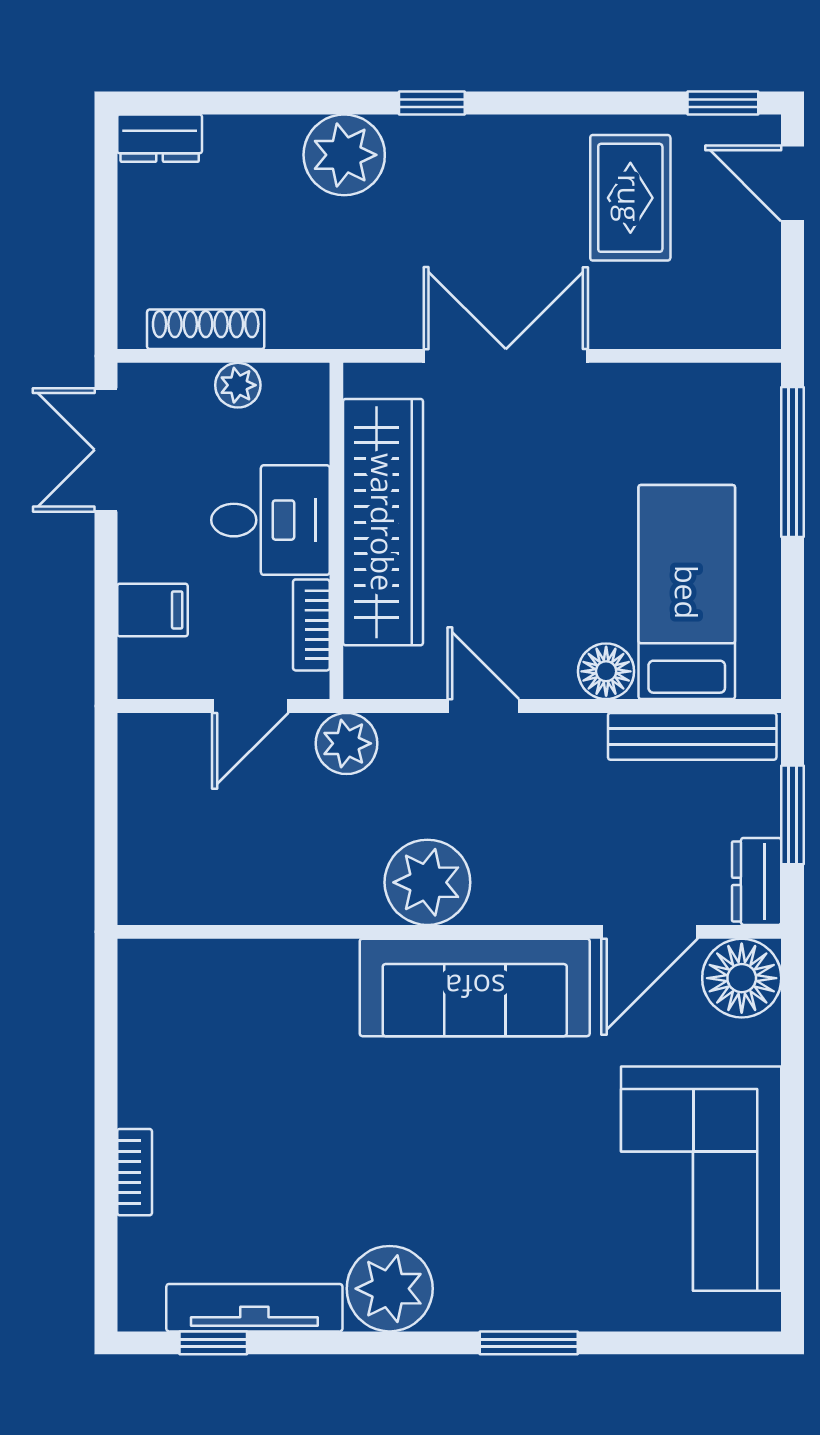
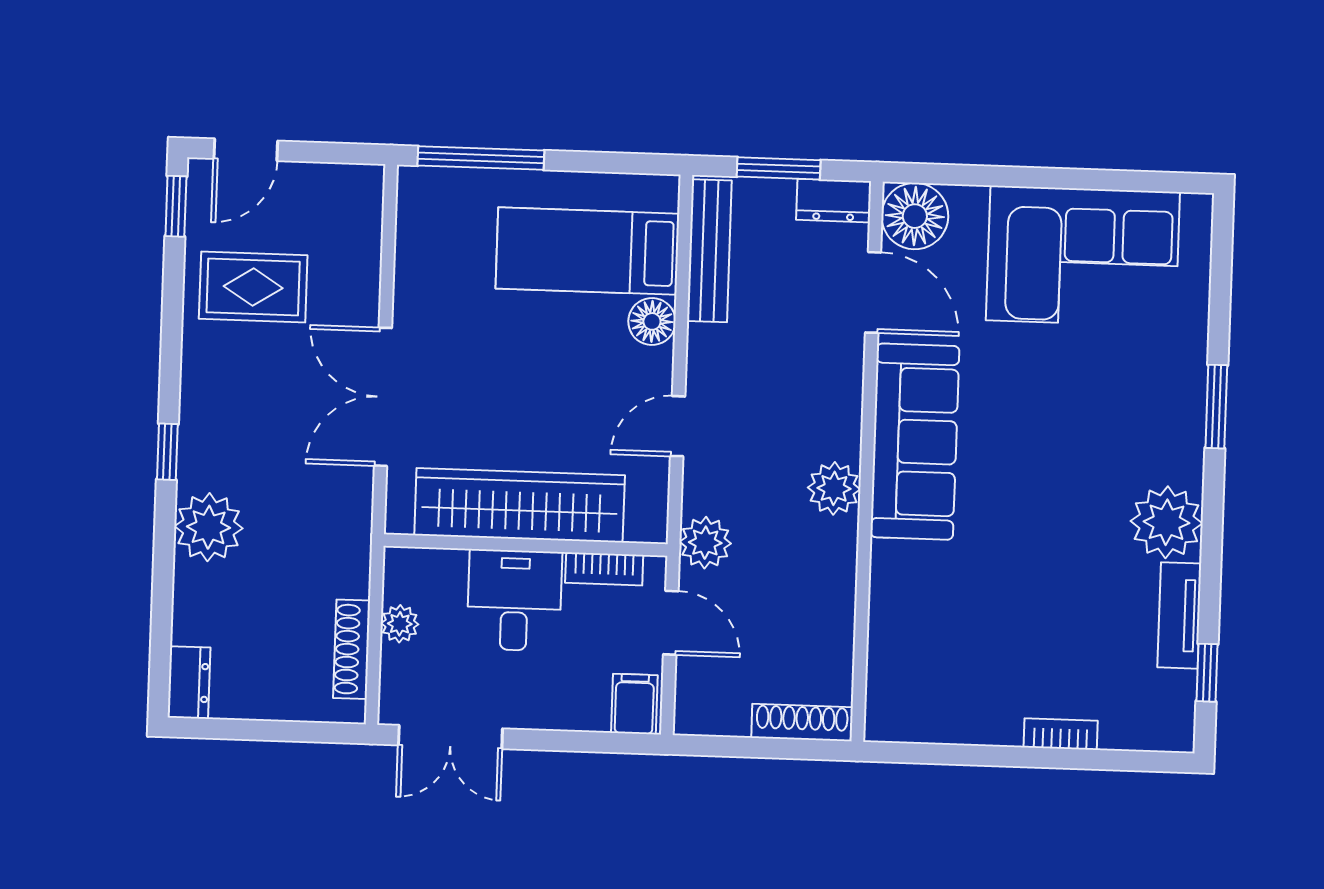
filing cabinet: (152, 610) -> (634, 704), moved
shoe rack: (138, 866) -> (802, 723), added
plant: (427, 882) -> (834, 488), width x0.73, depth x0.73
tv unit: (254, 1308) -> (1179, 615), width x0.71

